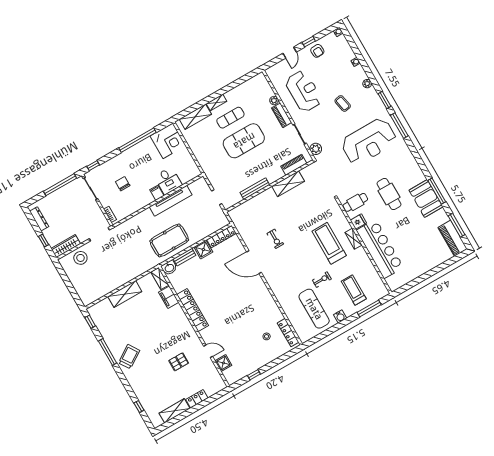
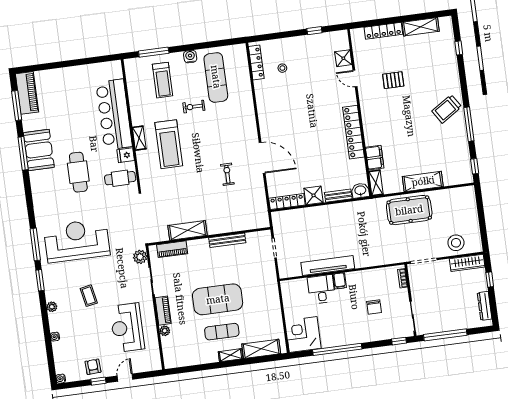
pool table: (169, 240) -> (409, 210), moved
locker: (197, 399) -> (383, 31), width x1.53

